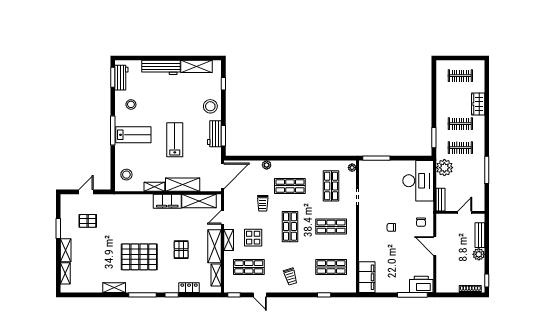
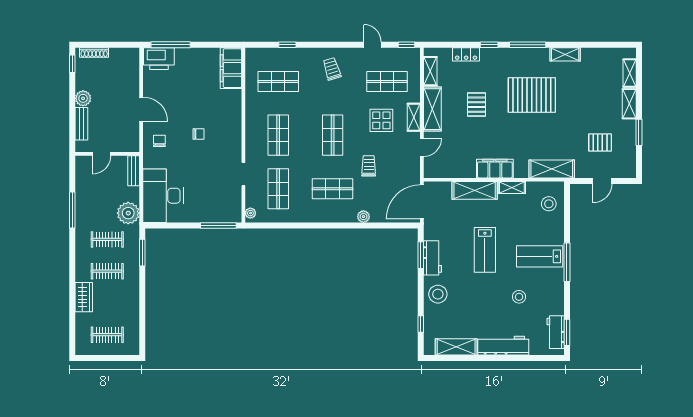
stool: (131, 104) -> (519, 297), moved
shelving: (199, 201) -> (552, 169), moved
shop shelf: (331, 227) -> (278, 135), turned 90

